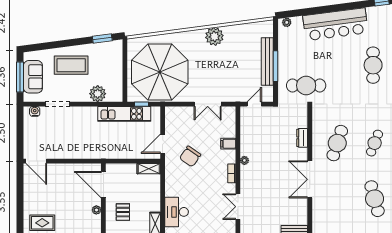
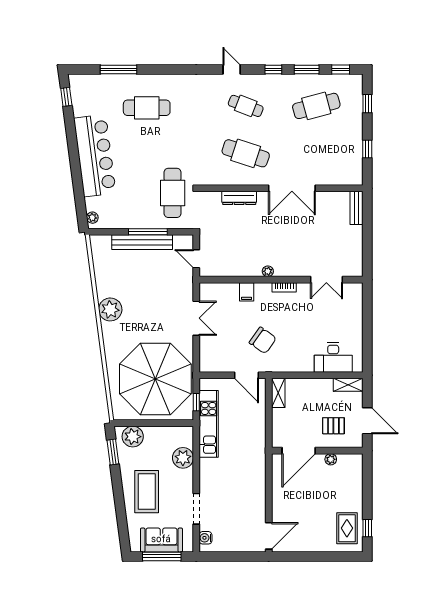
plant: (114, 54) -> (133, 437), added
dresser: (302, 138) -> (239, 198), width x1.44

